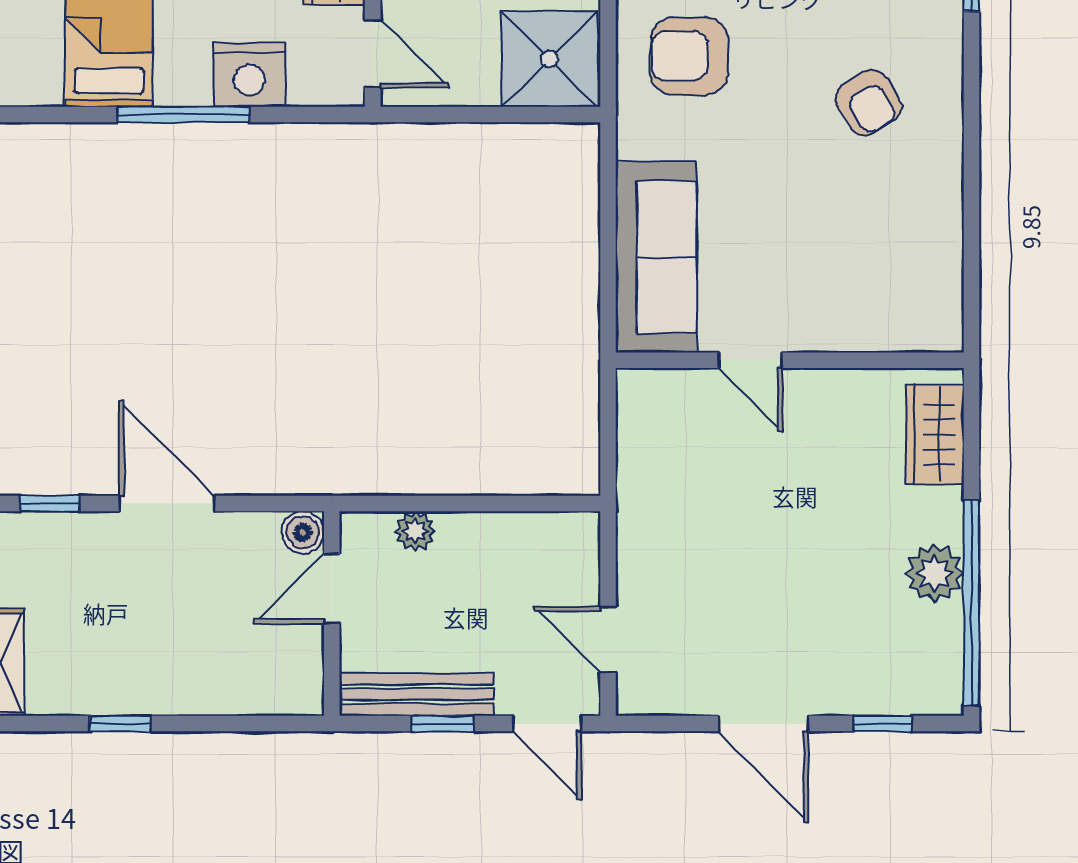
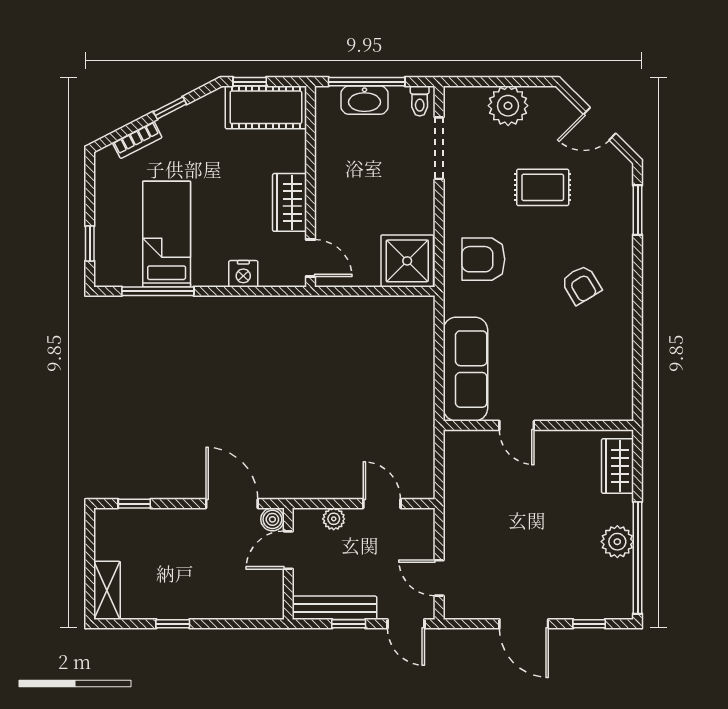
nightstand: (249, 75) -> (243, 274), width x0.74, depth x0.75
window: (184, 115) -> (158, 291), moved
door: (167, 503) -> (232, 504), moved
door: (503, 503) -> (382, 504), added

